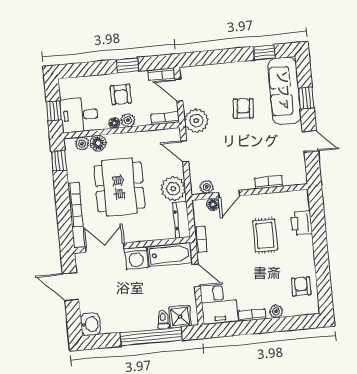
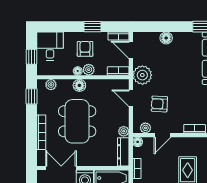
floor lamp: (222, 71) -> (166, 38), added
armchair: (121, 94) -> (85, 49), turned 180
armchair: (243, 108) -> (159, 104), moved, turned -92
desk: (79, 115) -> (50, 46), moved, turned 90
floor lamp: (98, 143) -> (79, 85), moved
plant: (173, 189) -> (124, 131), width x0.53, depth x0.53
floor lamp: (213, 204) -> (138, 142), moved

